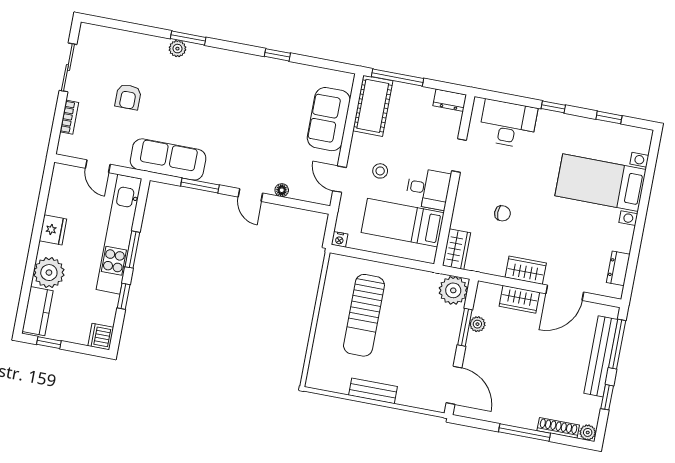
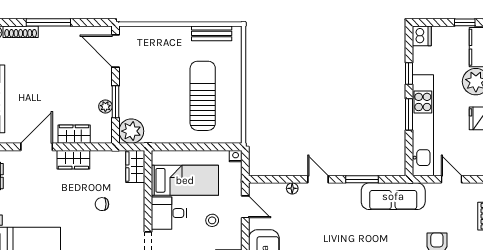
bench: (373, 391) -> (212, 33), moved

